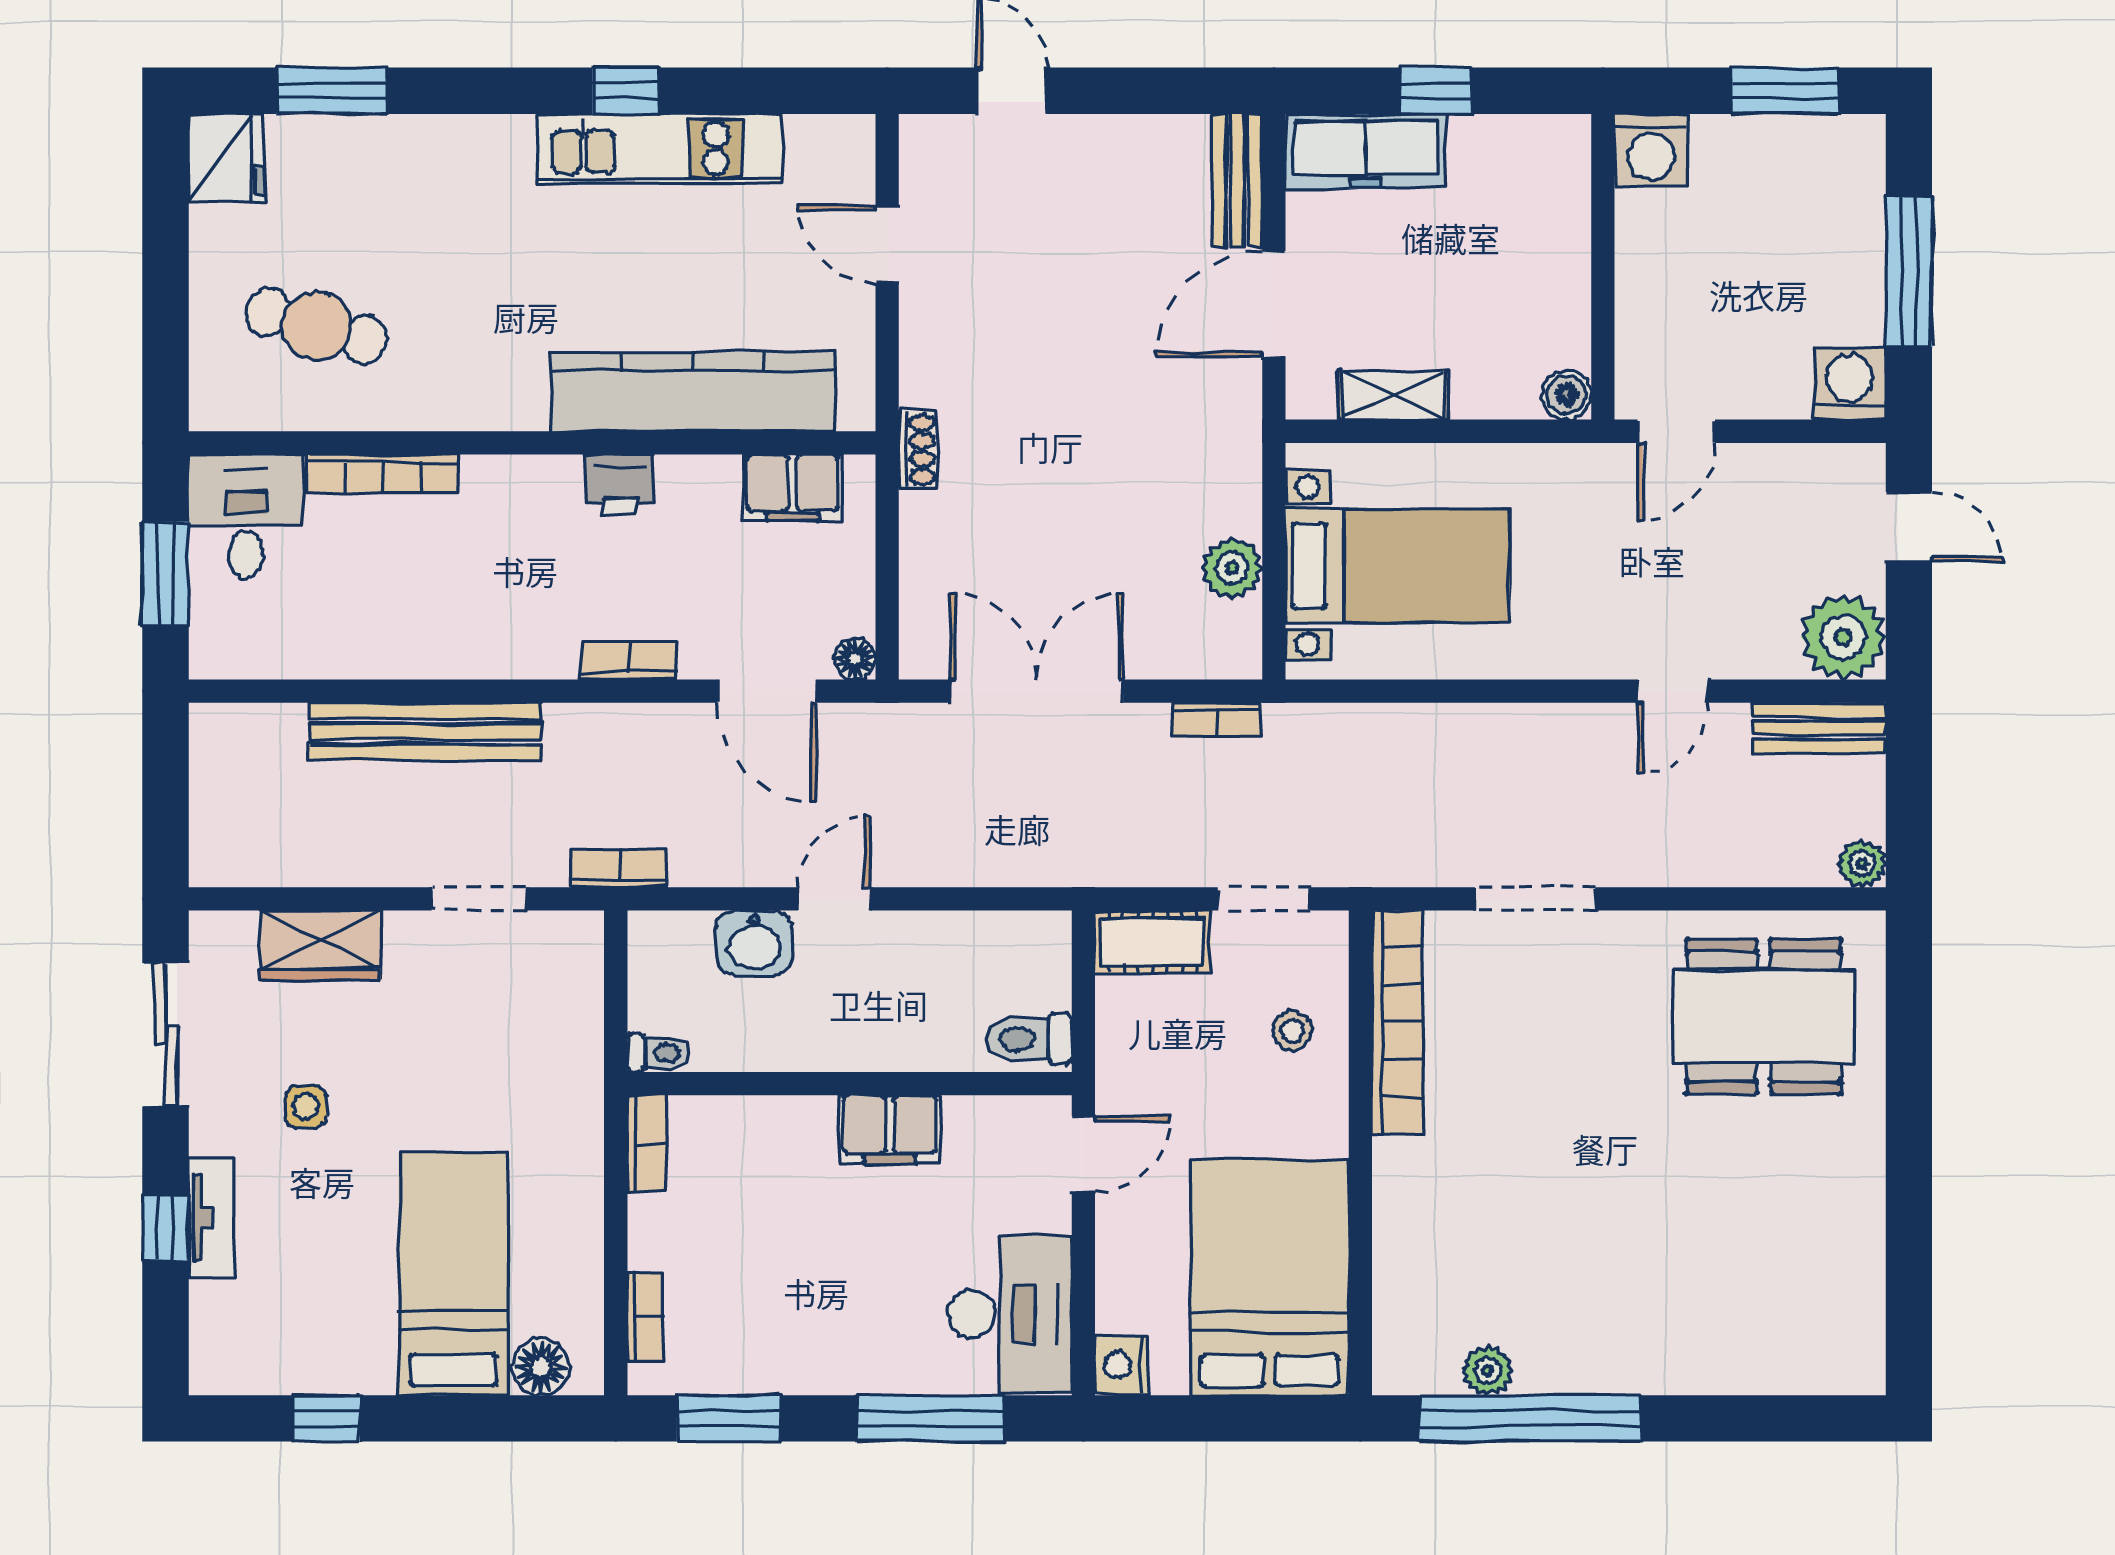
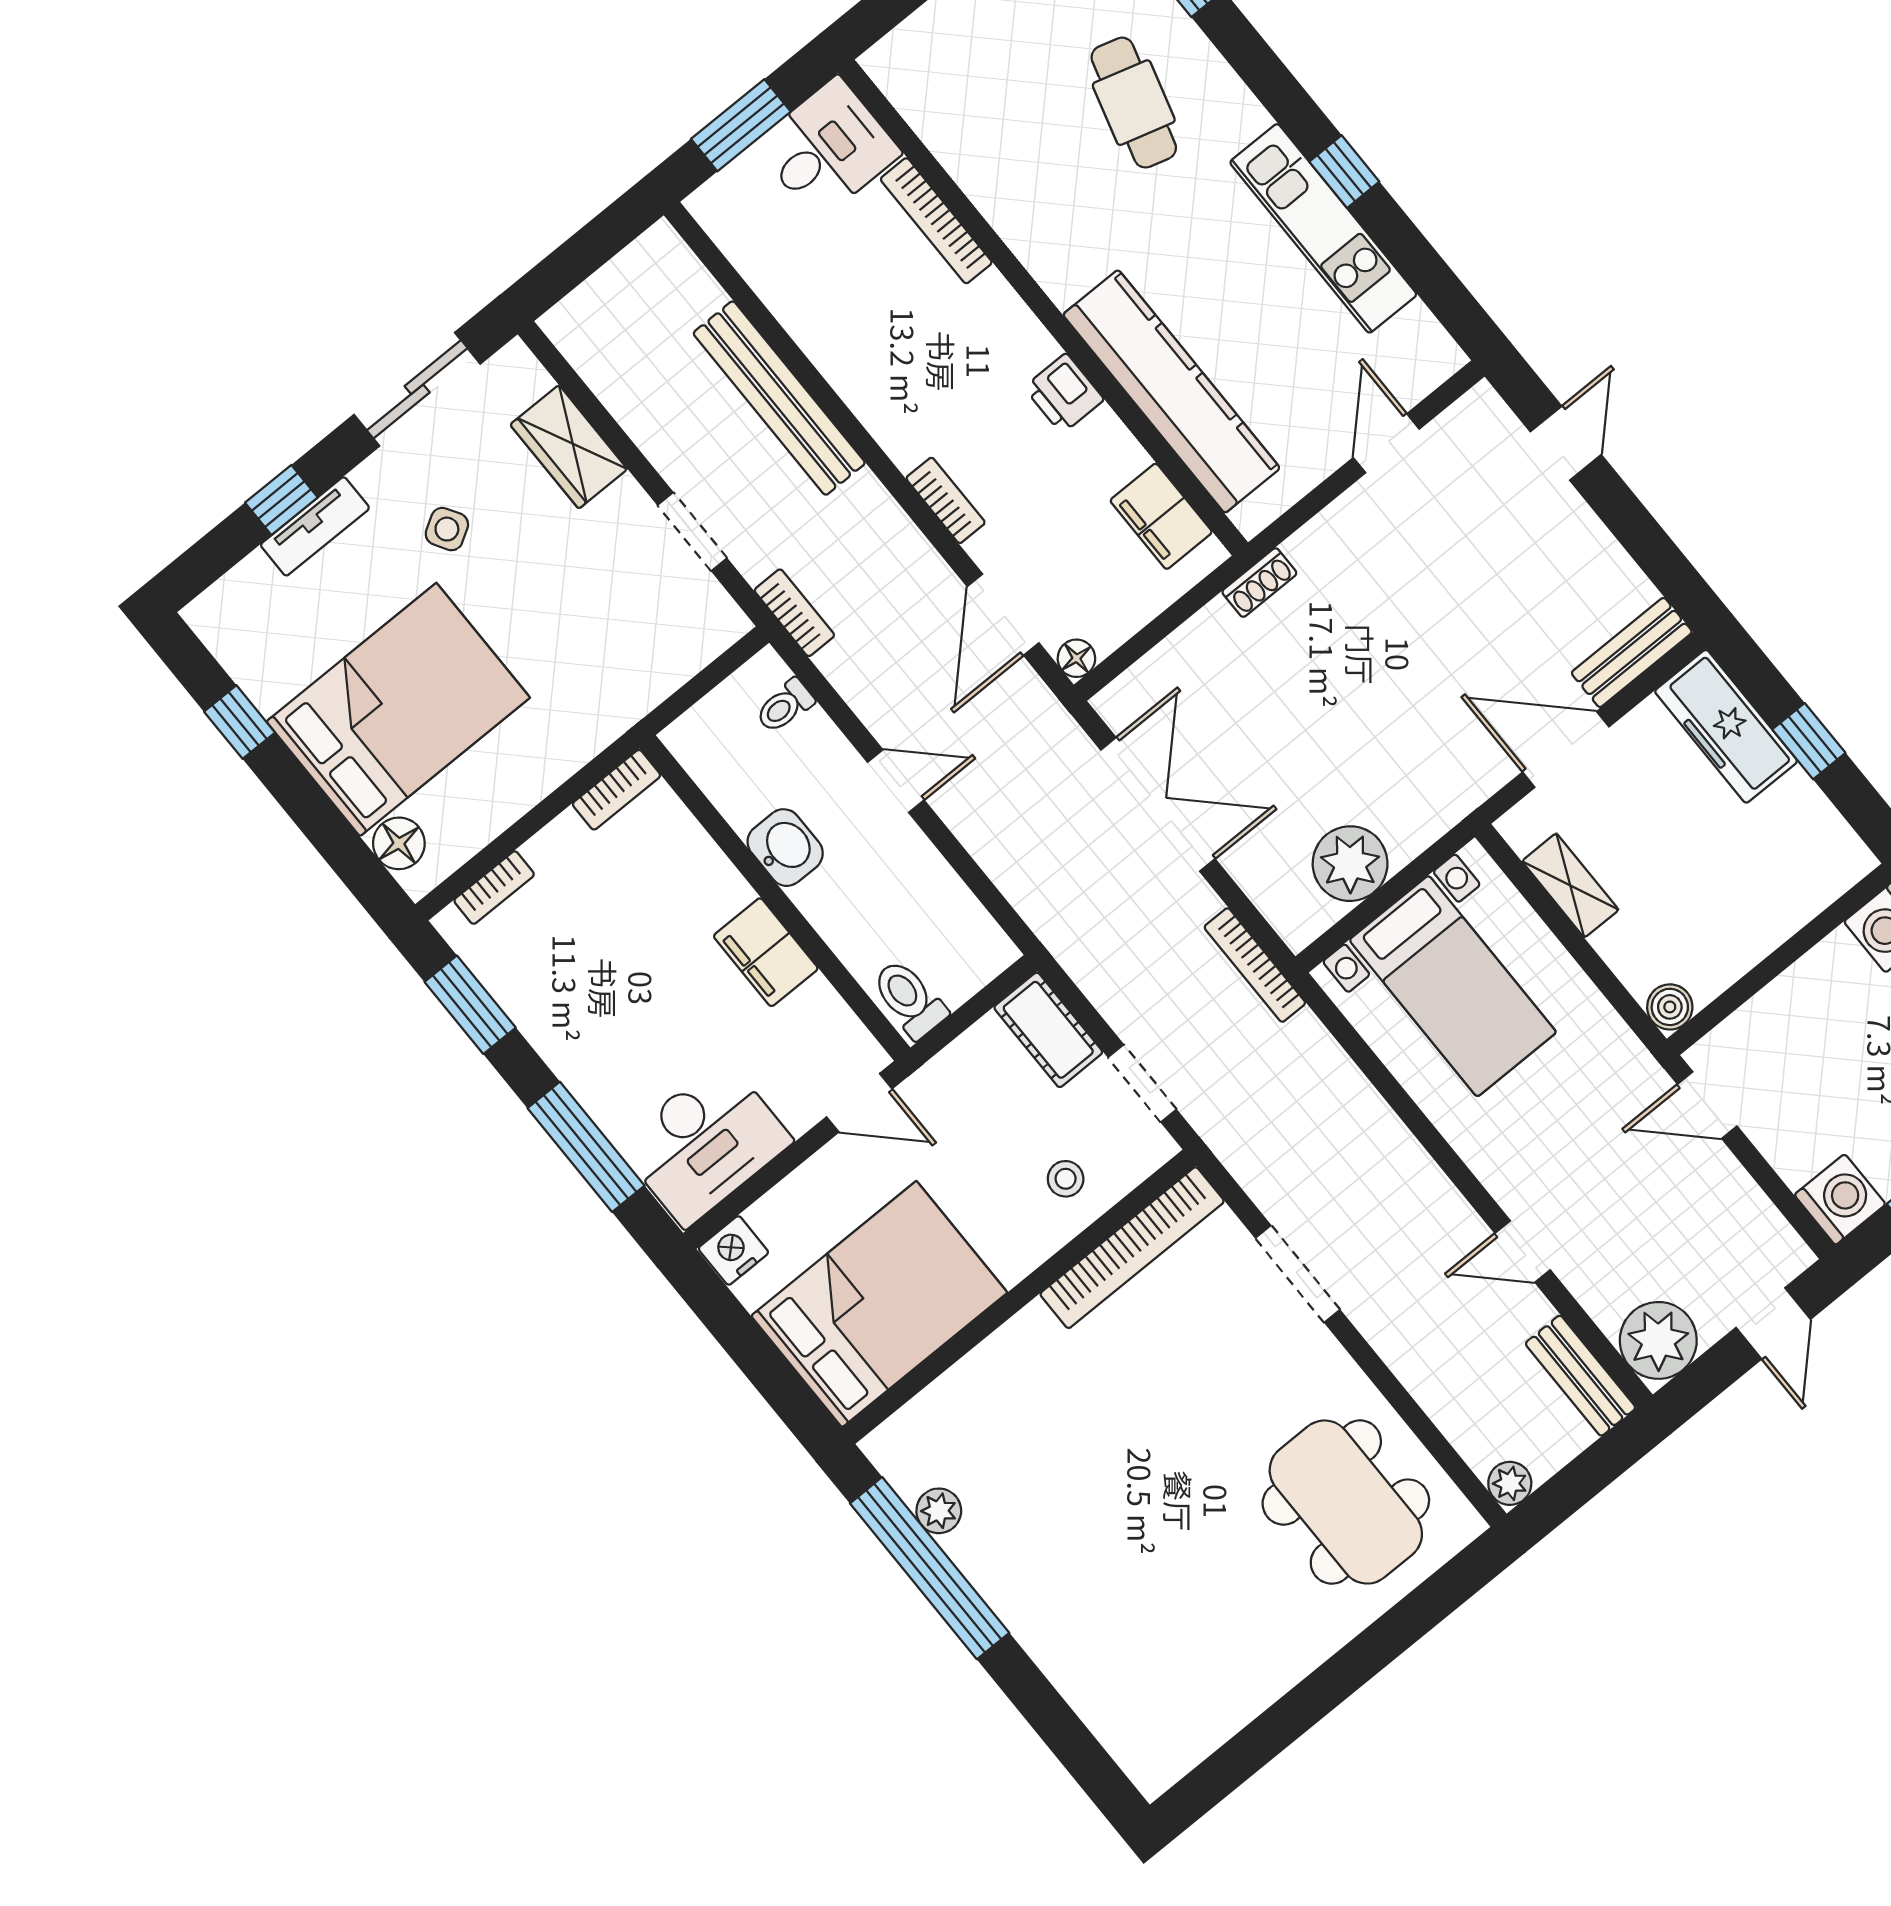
cafe table: (316, 326) -> (1134, 103), moved
plant: (1232, 568) -> (1350, 864), width x1.36, depth x1.36
bookcase: (1217, 720) -> (1255, 965), width x1.56
washbasin: (754, 943) -> (785, 848), moved, turned 180
toilet: (658, 1053) -> (785, 706), moved, turned 90
side table: (306, 1107) -> (447, 529), turned -31
bed: (453, 1274) -> (398, 710), width x1.50

